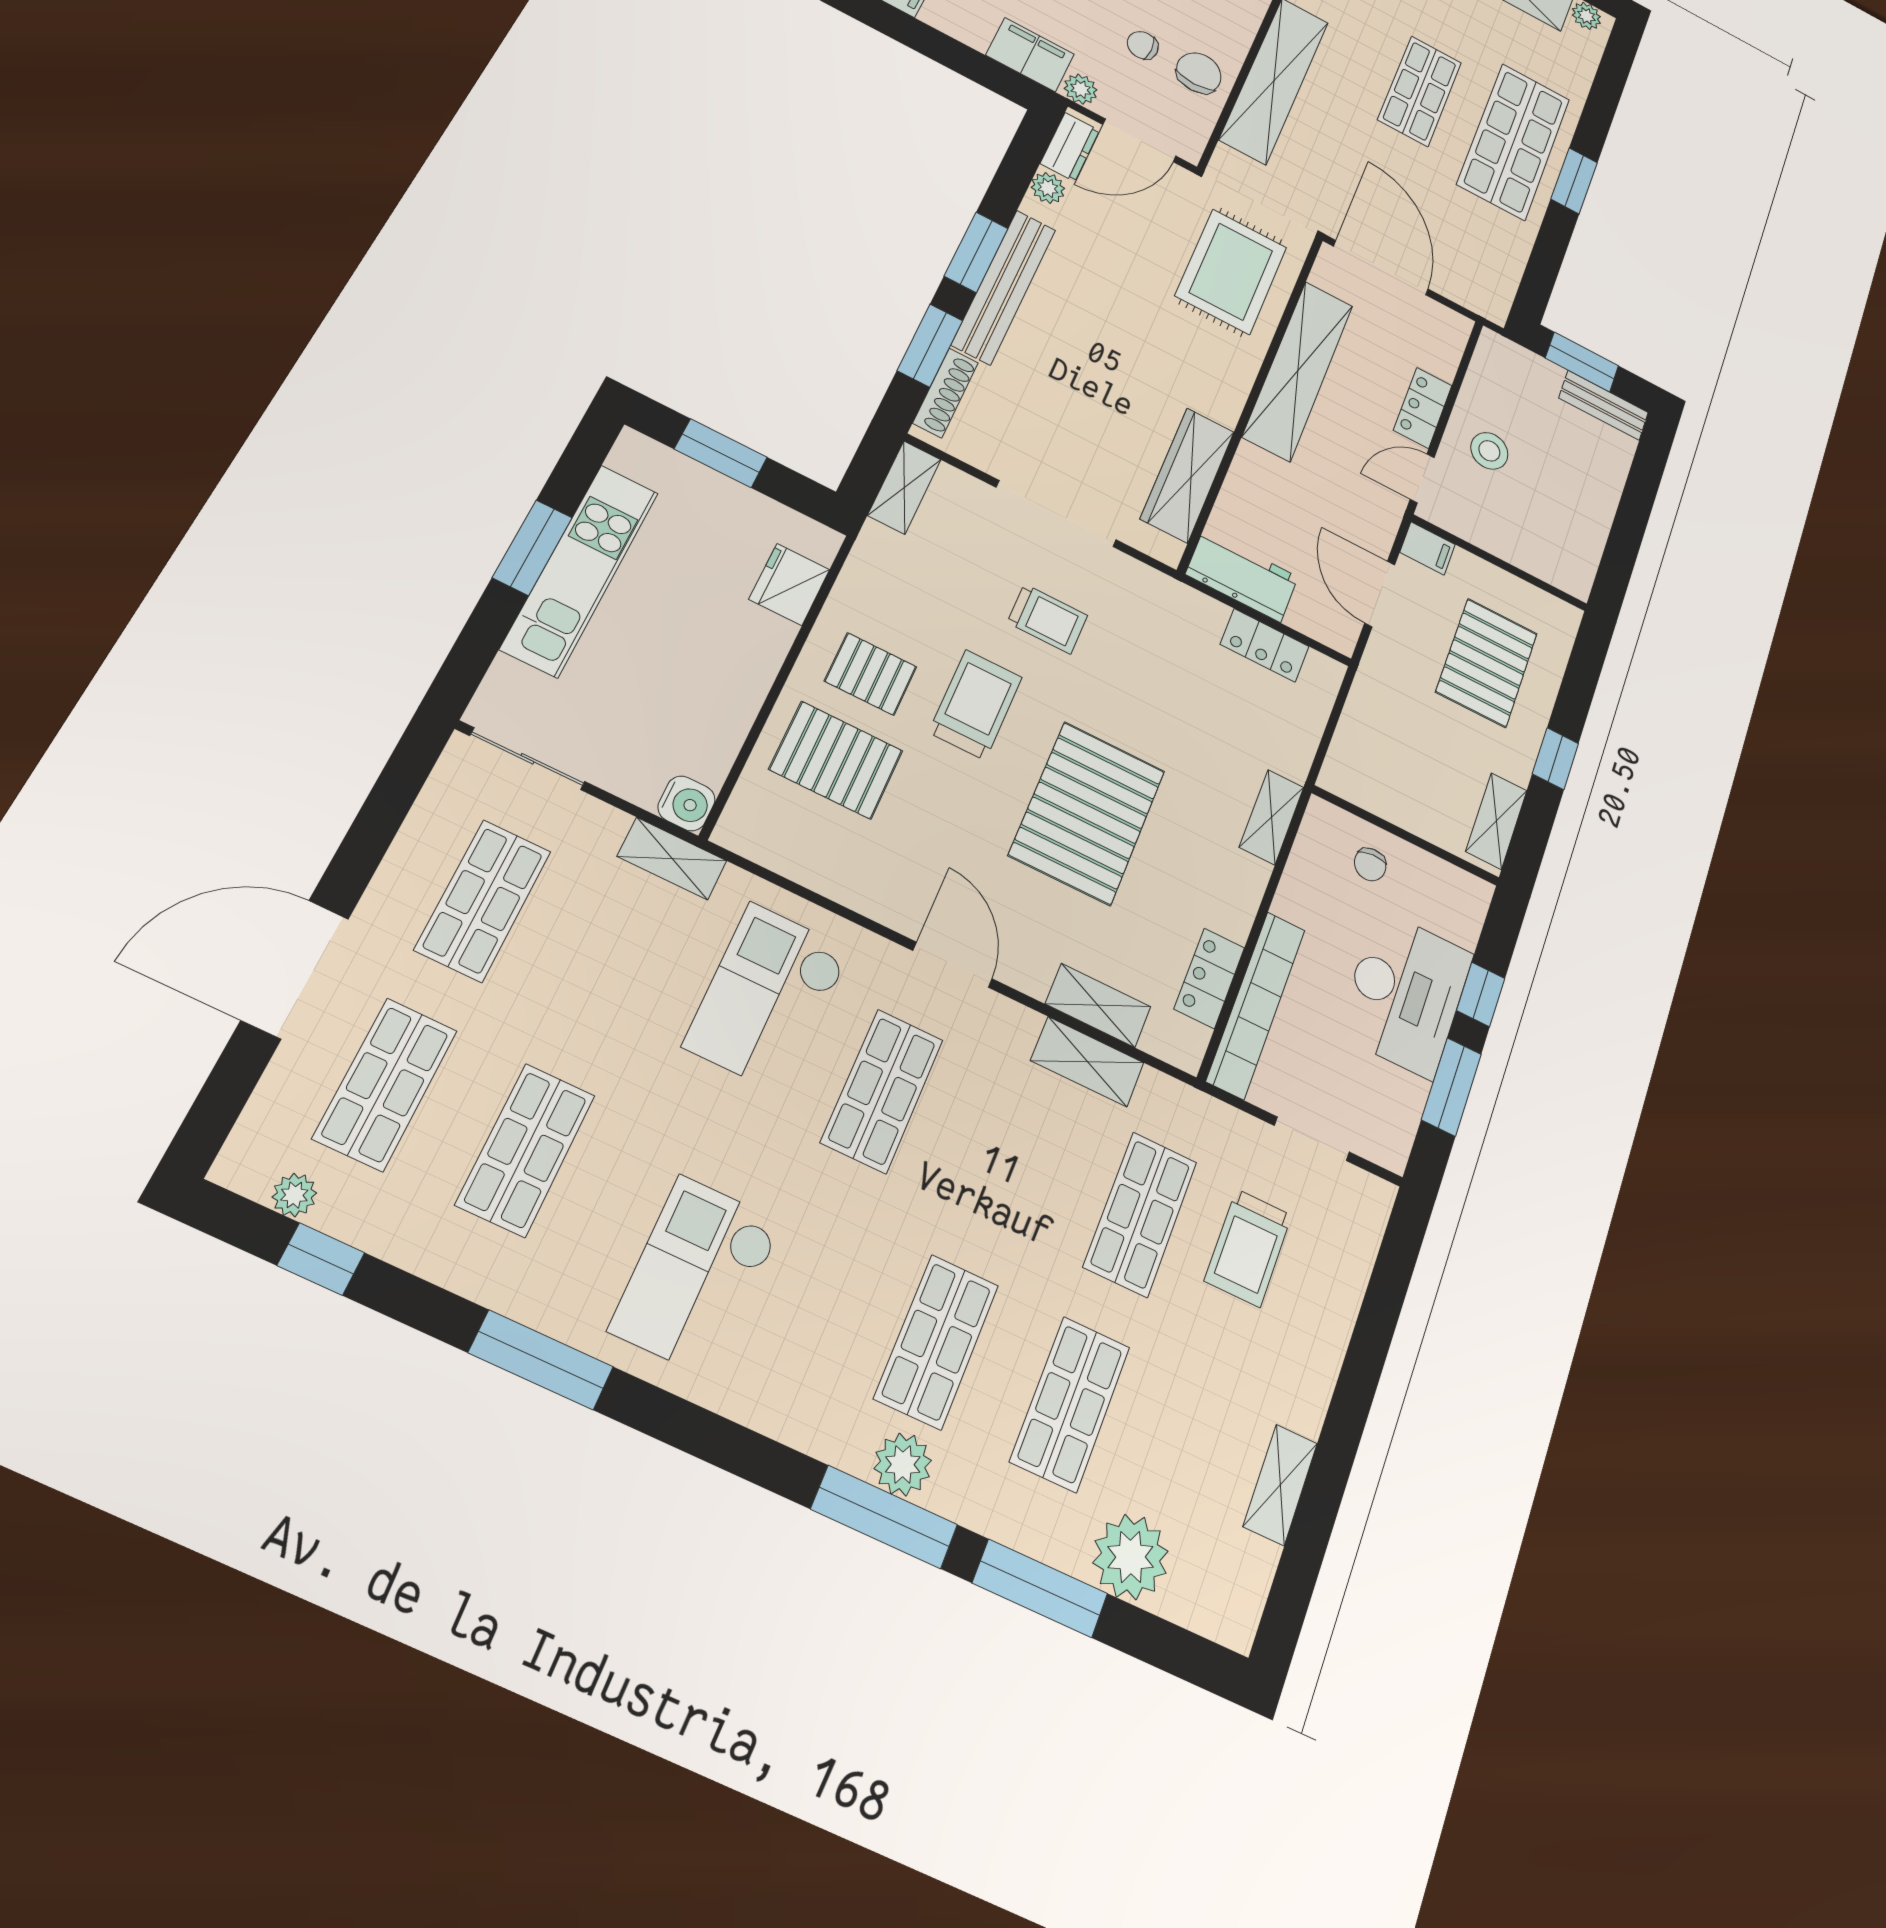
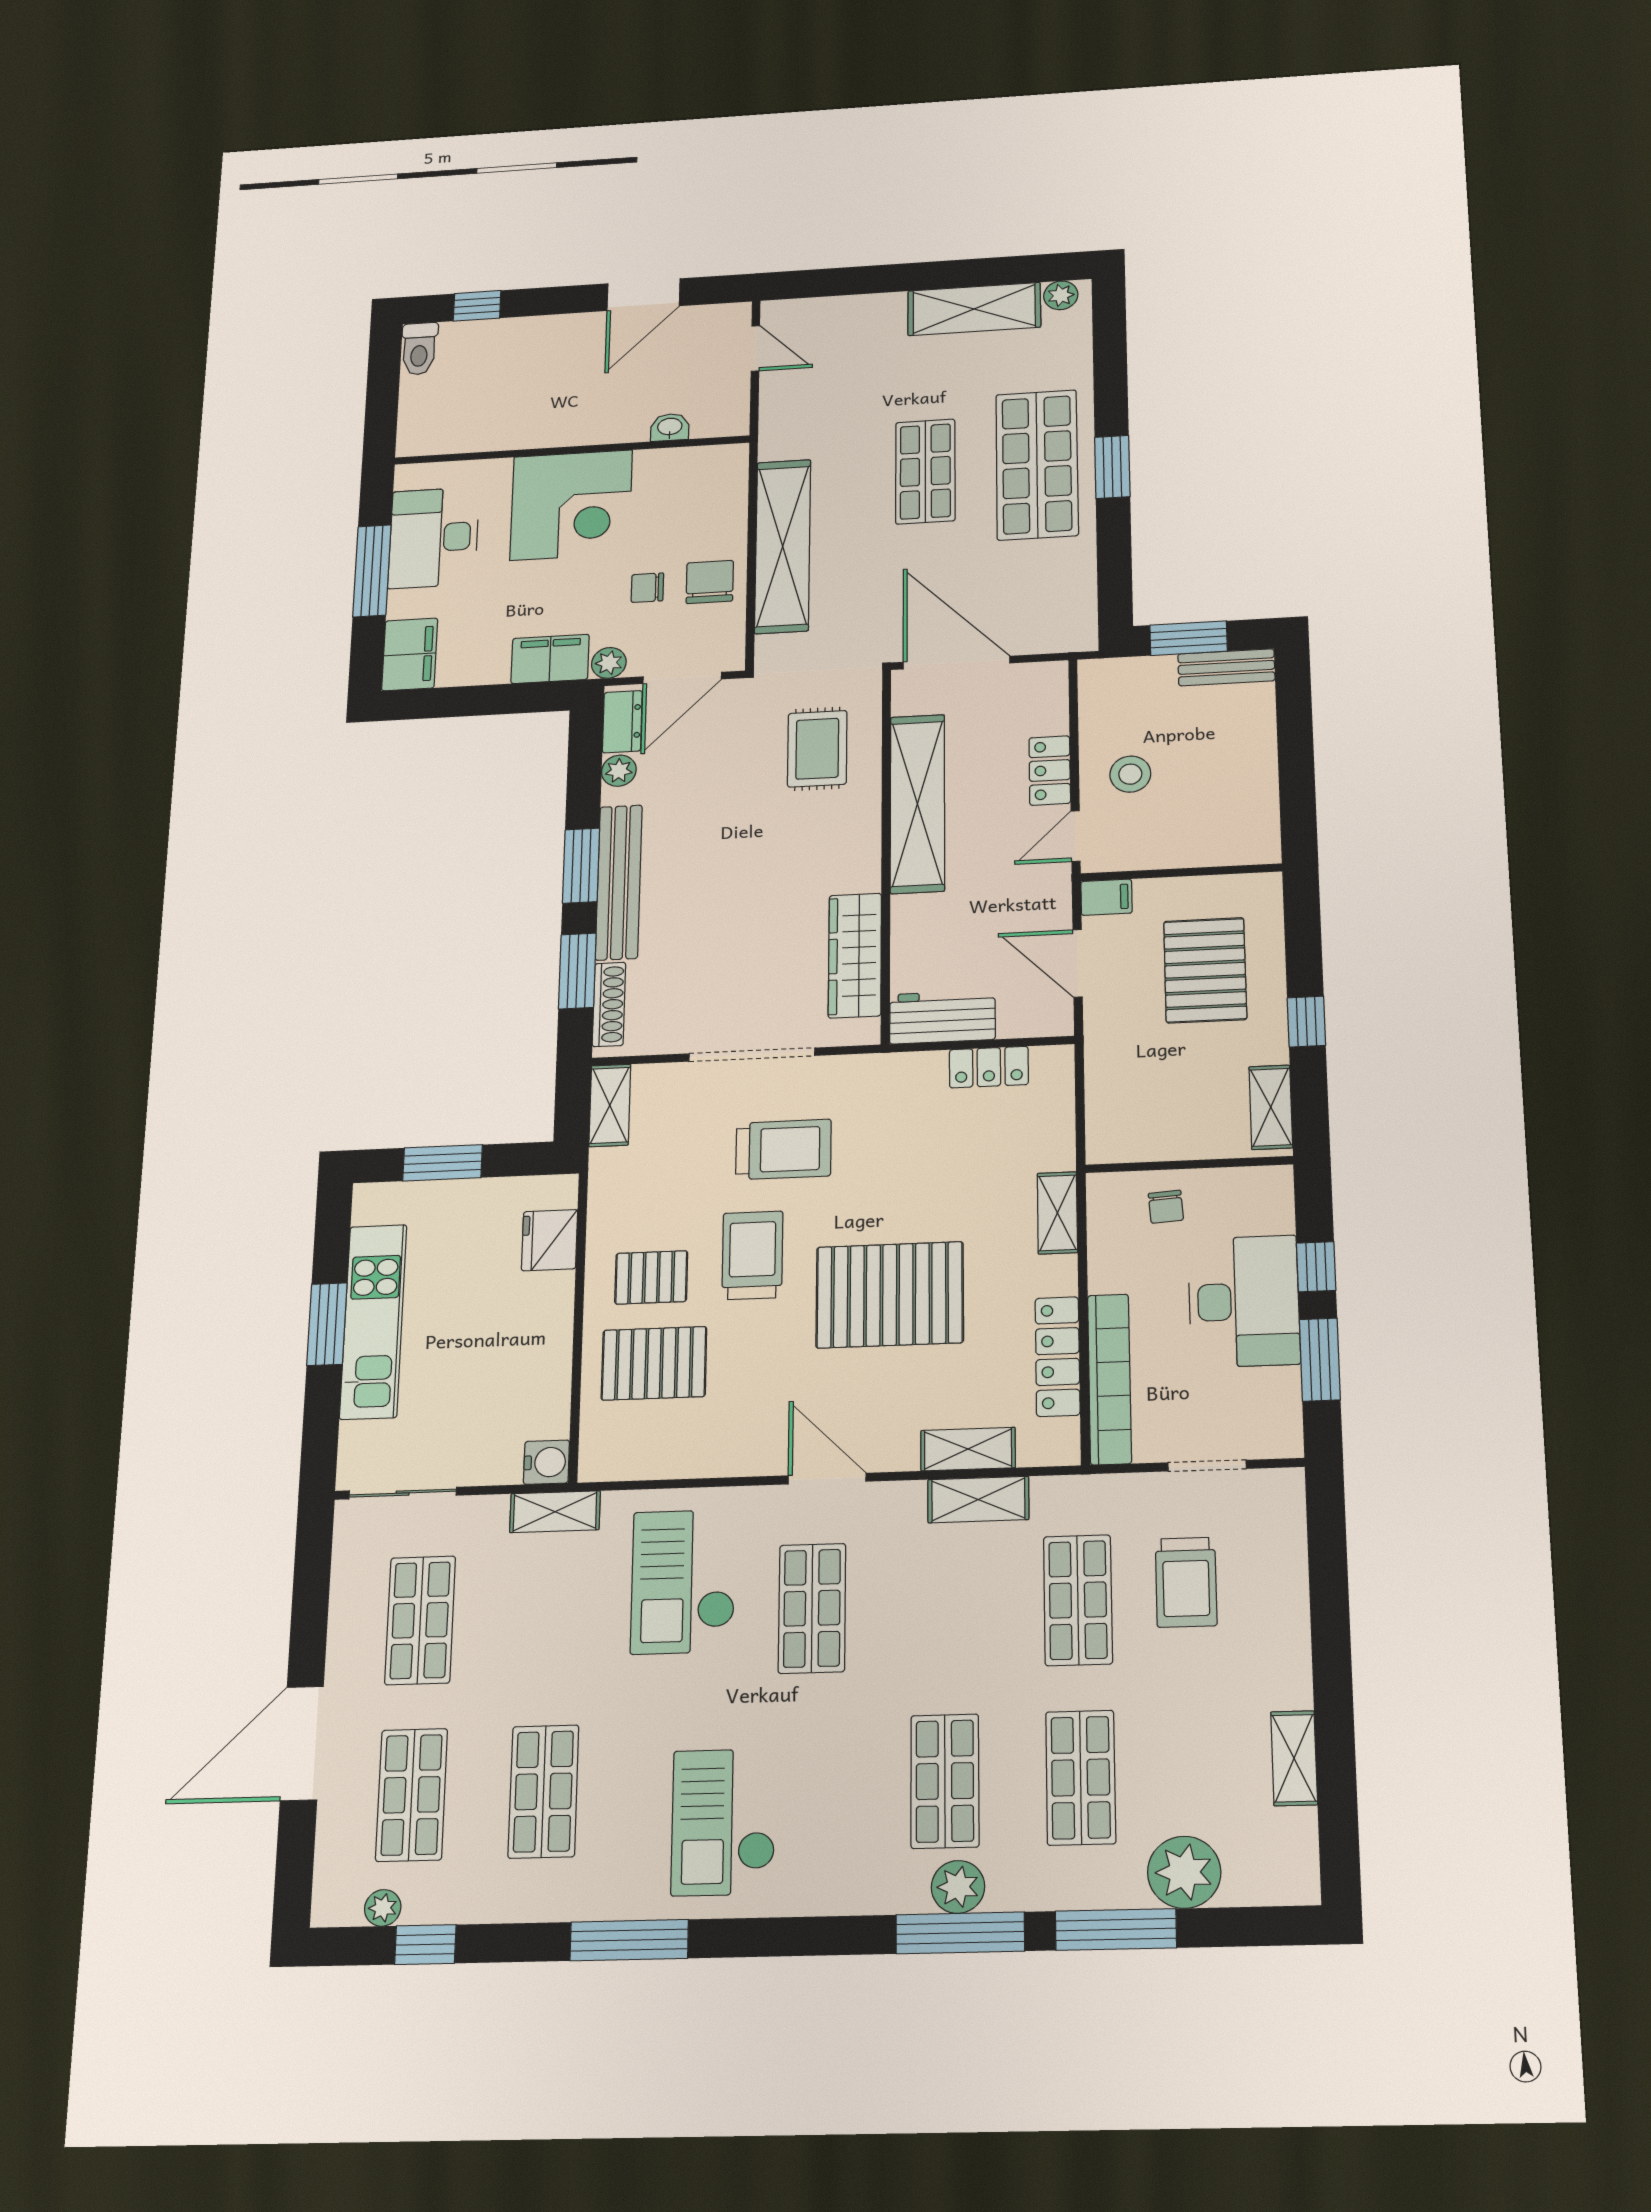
rug: (1231, 272) -> (817, 749), width x0.73, depth x0.70
trolley: (1047, 619) -> (783, 1149), width x1.36, depth x1.39
pallet: (1087, 813) -> (890, 1295), turned 90
locker: (1209, 978) -> (1058, 1356), width x1.53

